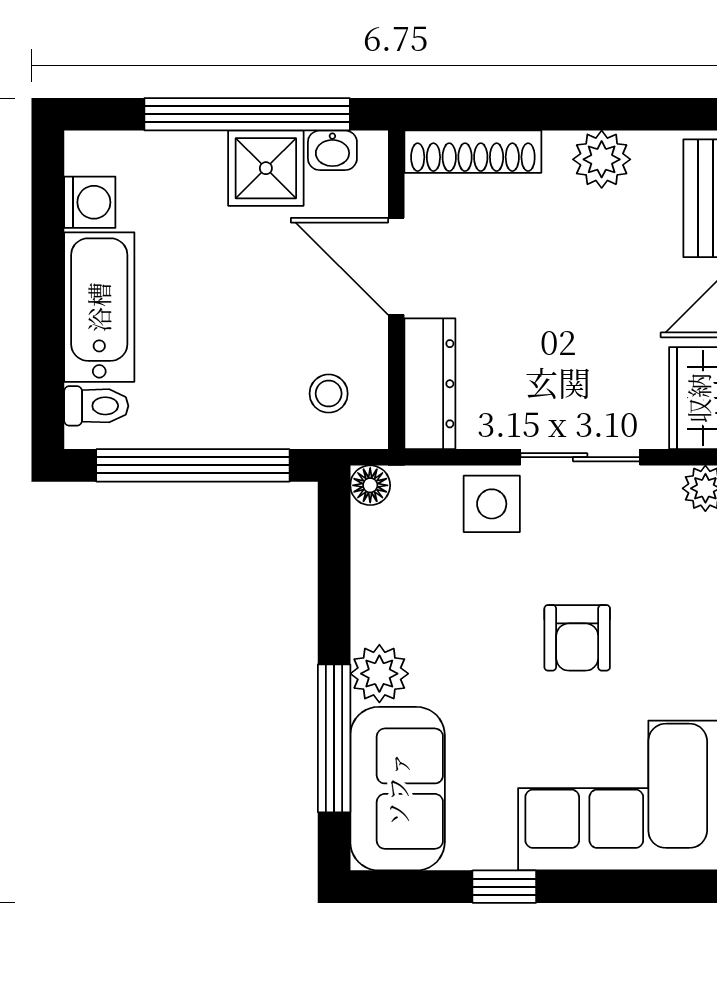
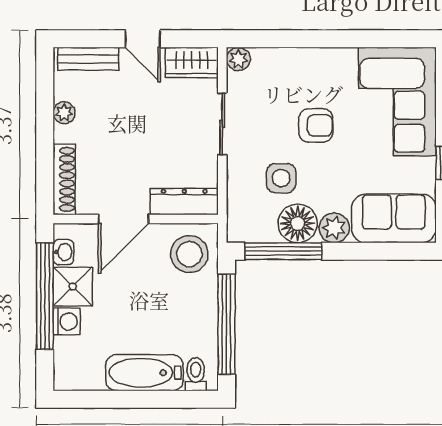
plant: (602, 159) -> (64, 113), width x0.73, depth x0.73
washing machine: (90, 202) -> (67, 322), moved, turned 90
stool: (329, 394) -> (189, 254), width x1.89, depth x1.89
floor lamp: (370, 485) -> (298, 223), moved, width x1.89, depth x1.89
side table: (492, 504) -> (281, 178), moved
window: (334, 738) -> (283, 251), moved

